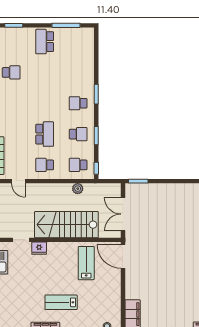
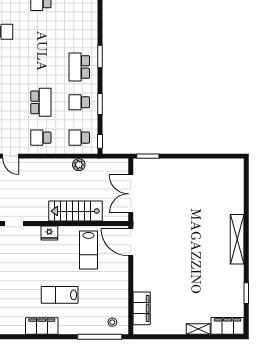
school desk: (78, 103) -> (79, 67), width x1.85
school desk: (78, 134) -> (79, 102), turned 180
stairs: (66, 225) -> (75, 211), width x0.73, depth x0.66
fridge: (39, 248) -> (49, 233), moved
lab bench: (86, 263) -> (89, 250), turned 180

